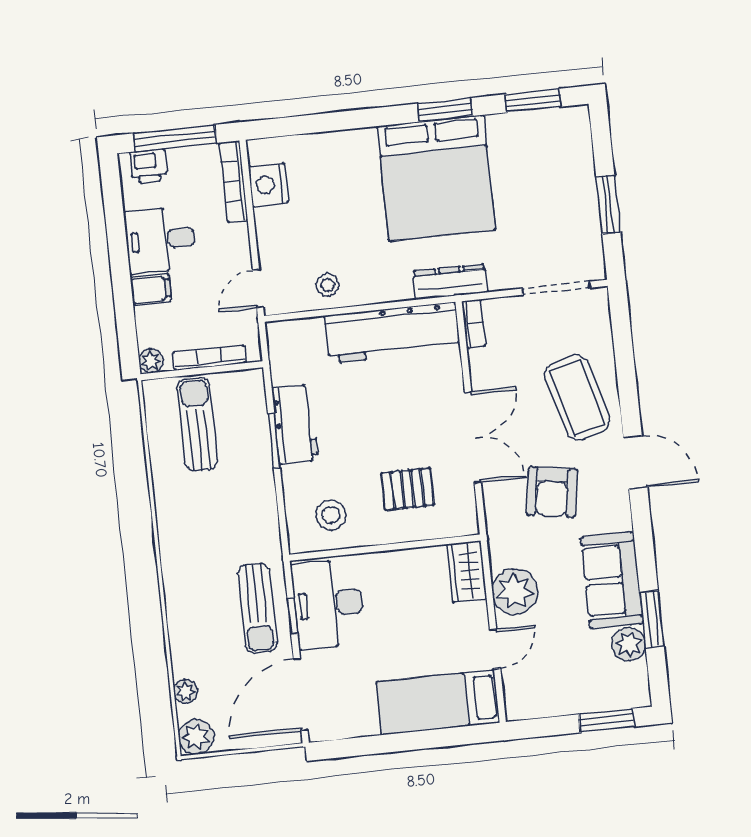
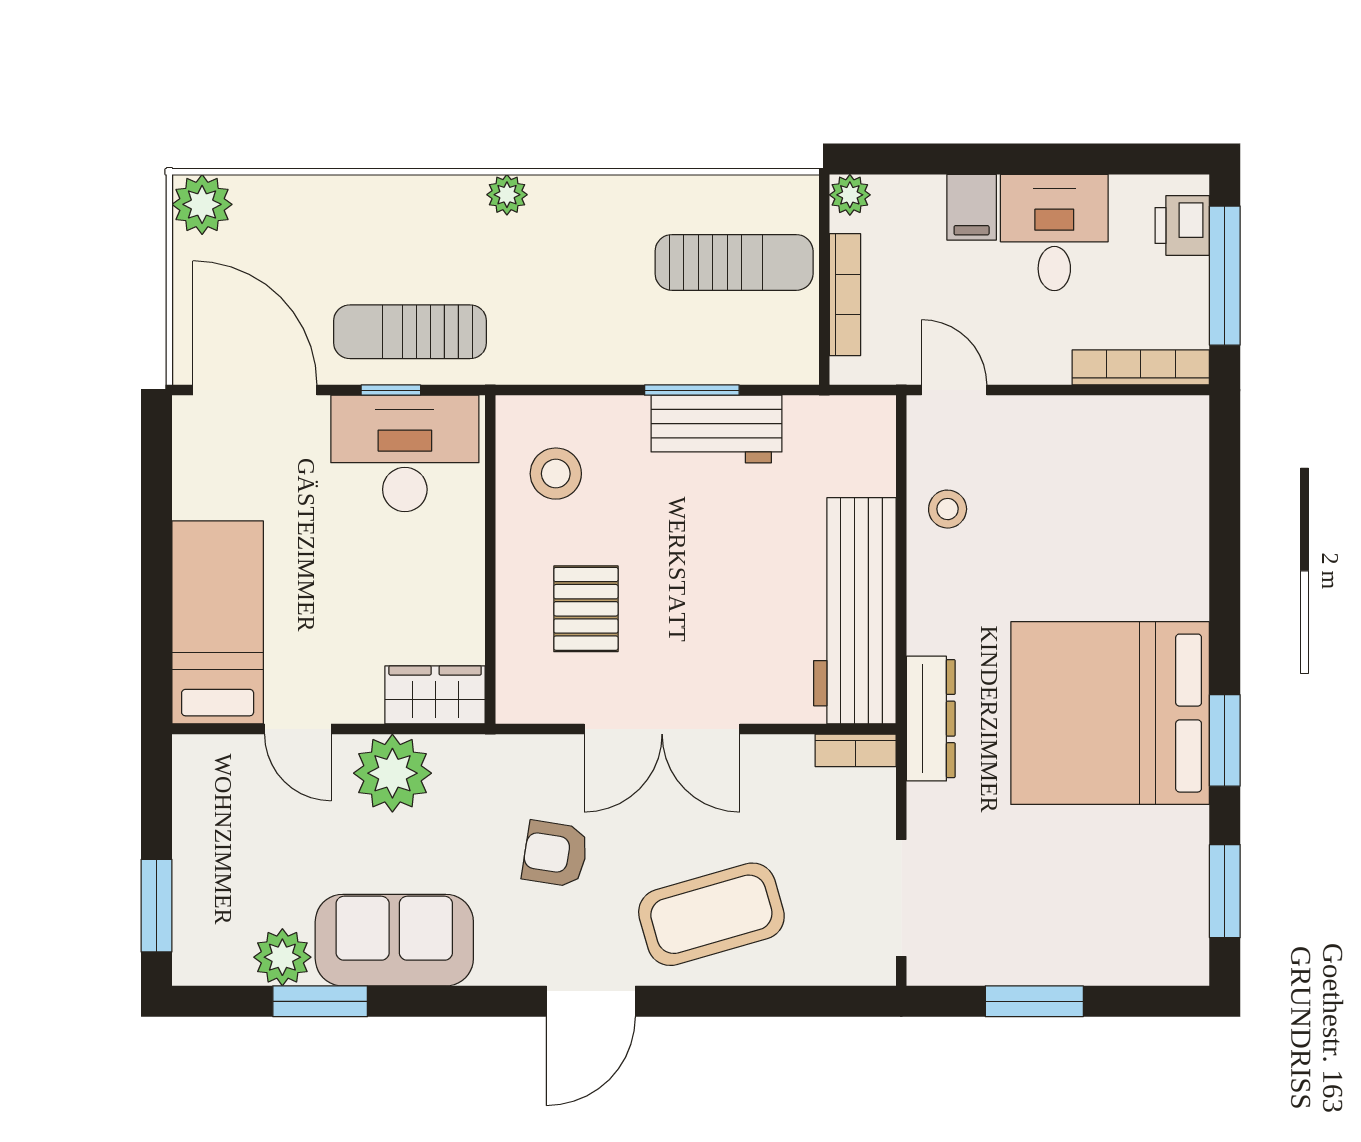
nightstand: (268, 185) -> (1129, 426), removed
armchair: (552, 492) -> (555, 854), width x0.72, depth x0.72
plant: (186, 691) -> (507, 195), moved

